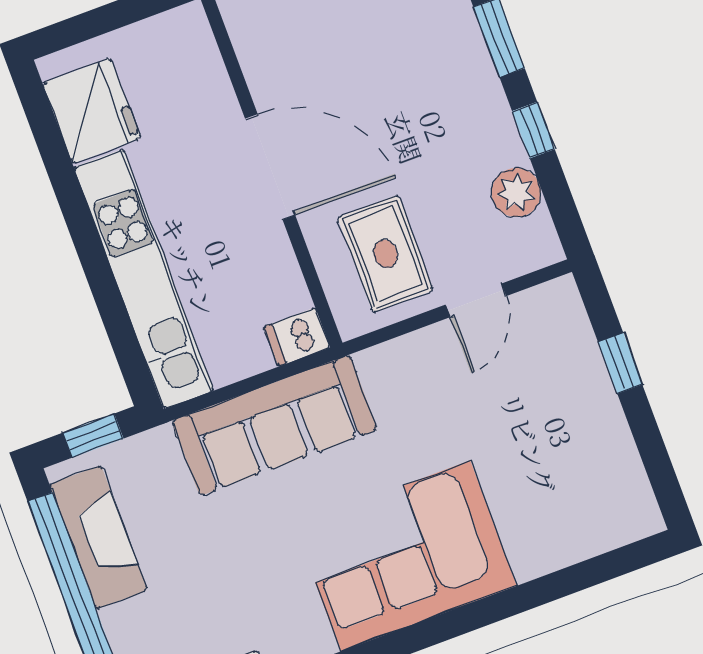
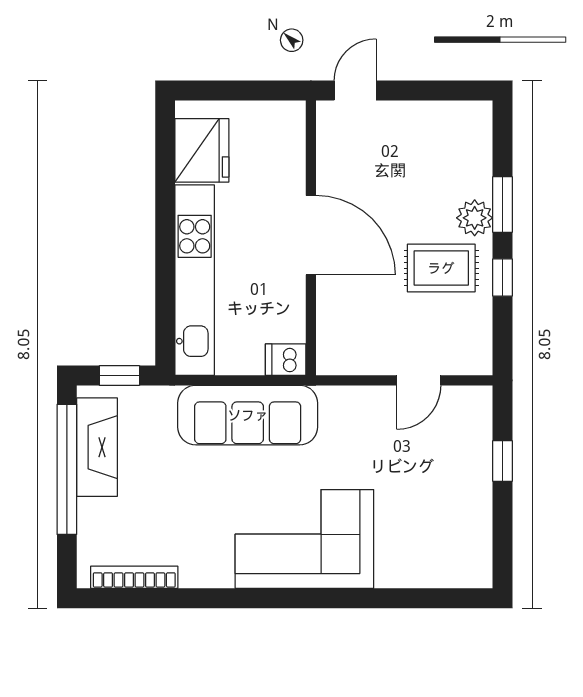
plant: (516, 193) -> (475, 218), moved
rug: (385, 254) -> (441, 268), moved, turned 90

